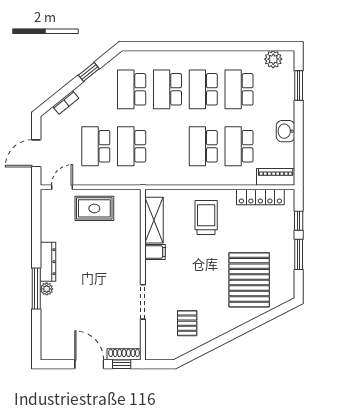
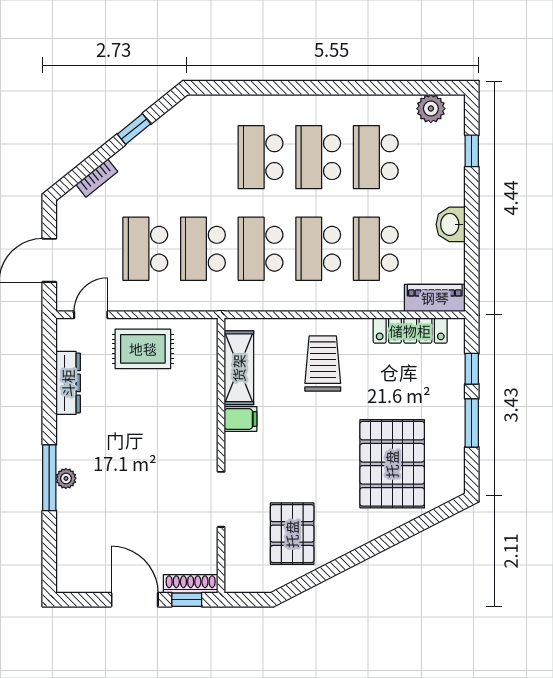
window: (299, 86) -> (472, 151), width x0.67
school desk: (132, 89) -> (261, 249), moved
dresser: (48, 262) -> (68, 383), moved
pallet: (187, 323) -> (292, 534), width x1.50, depth x1.42

